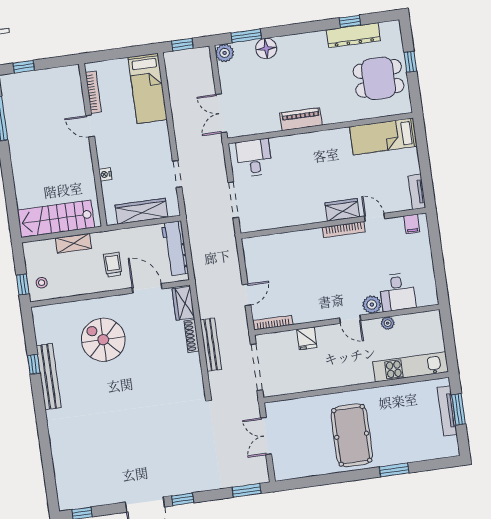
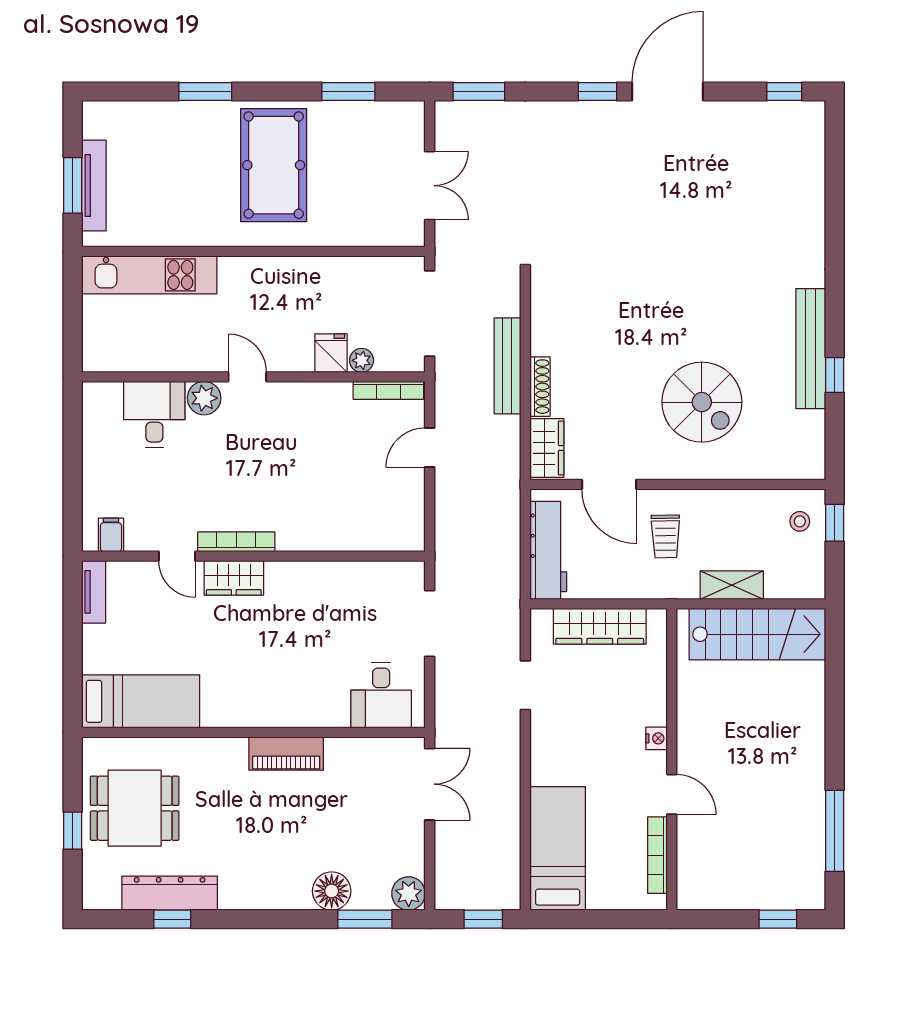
nightstand: (105, 174) -> (657, 738), moved
plant: (388, 323) -> (362, 360), moved
window: (317, 481) -> (348, 91), added

